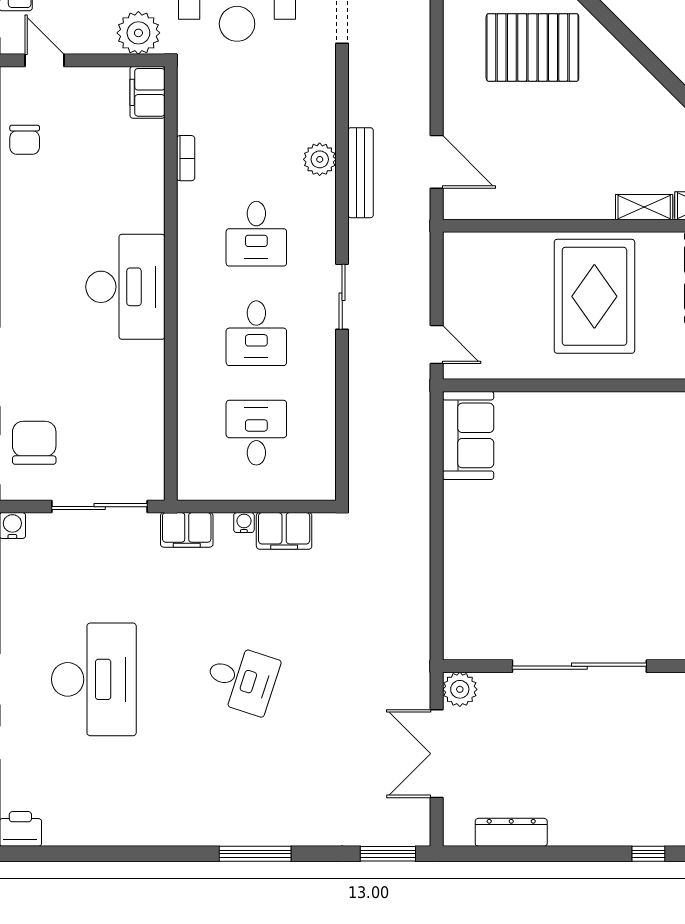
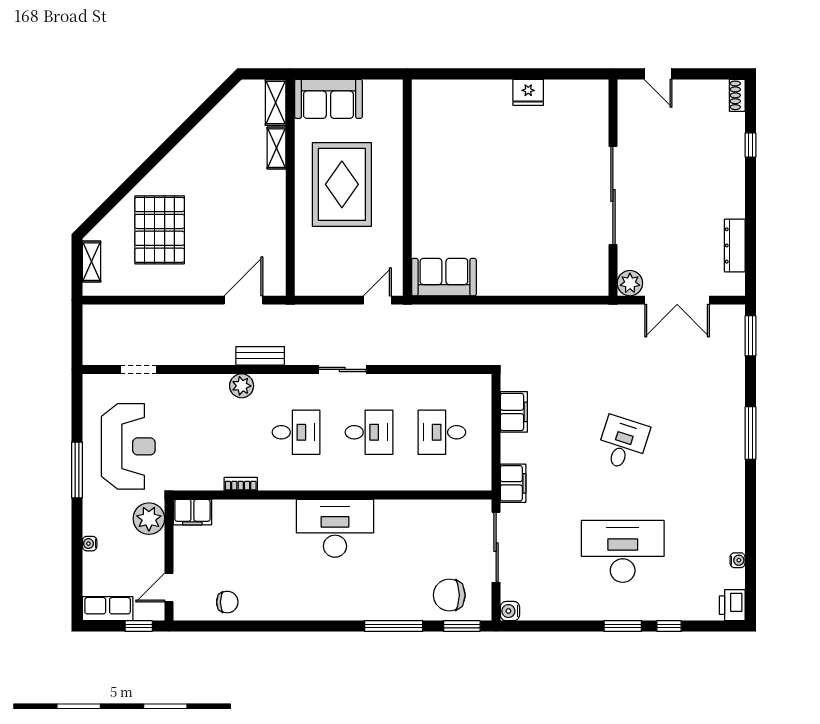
bench: (361, 173) -> (260, 356), width x0.73
rug: (594, 296) -> (342, 184), turned 90
water cooler: (244, 523) -> (738, 560), moved, turned 180

